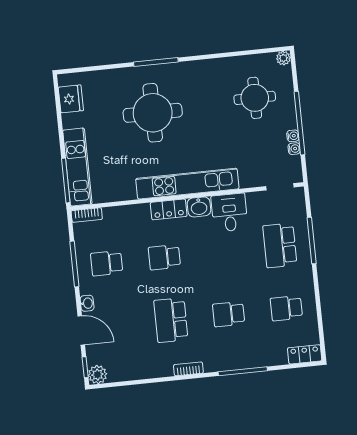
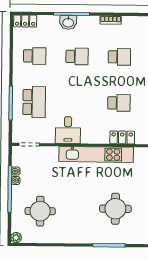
round table: (153, 113) -> (115, 209), width x0.73, depth x0.73
washbasin: (199, 207) -> (68, 22), moved, turned 180
locker: (169, 209) -> (122, 137), moved
school desk: (171, 320) -> (119, 57), width x0.54

